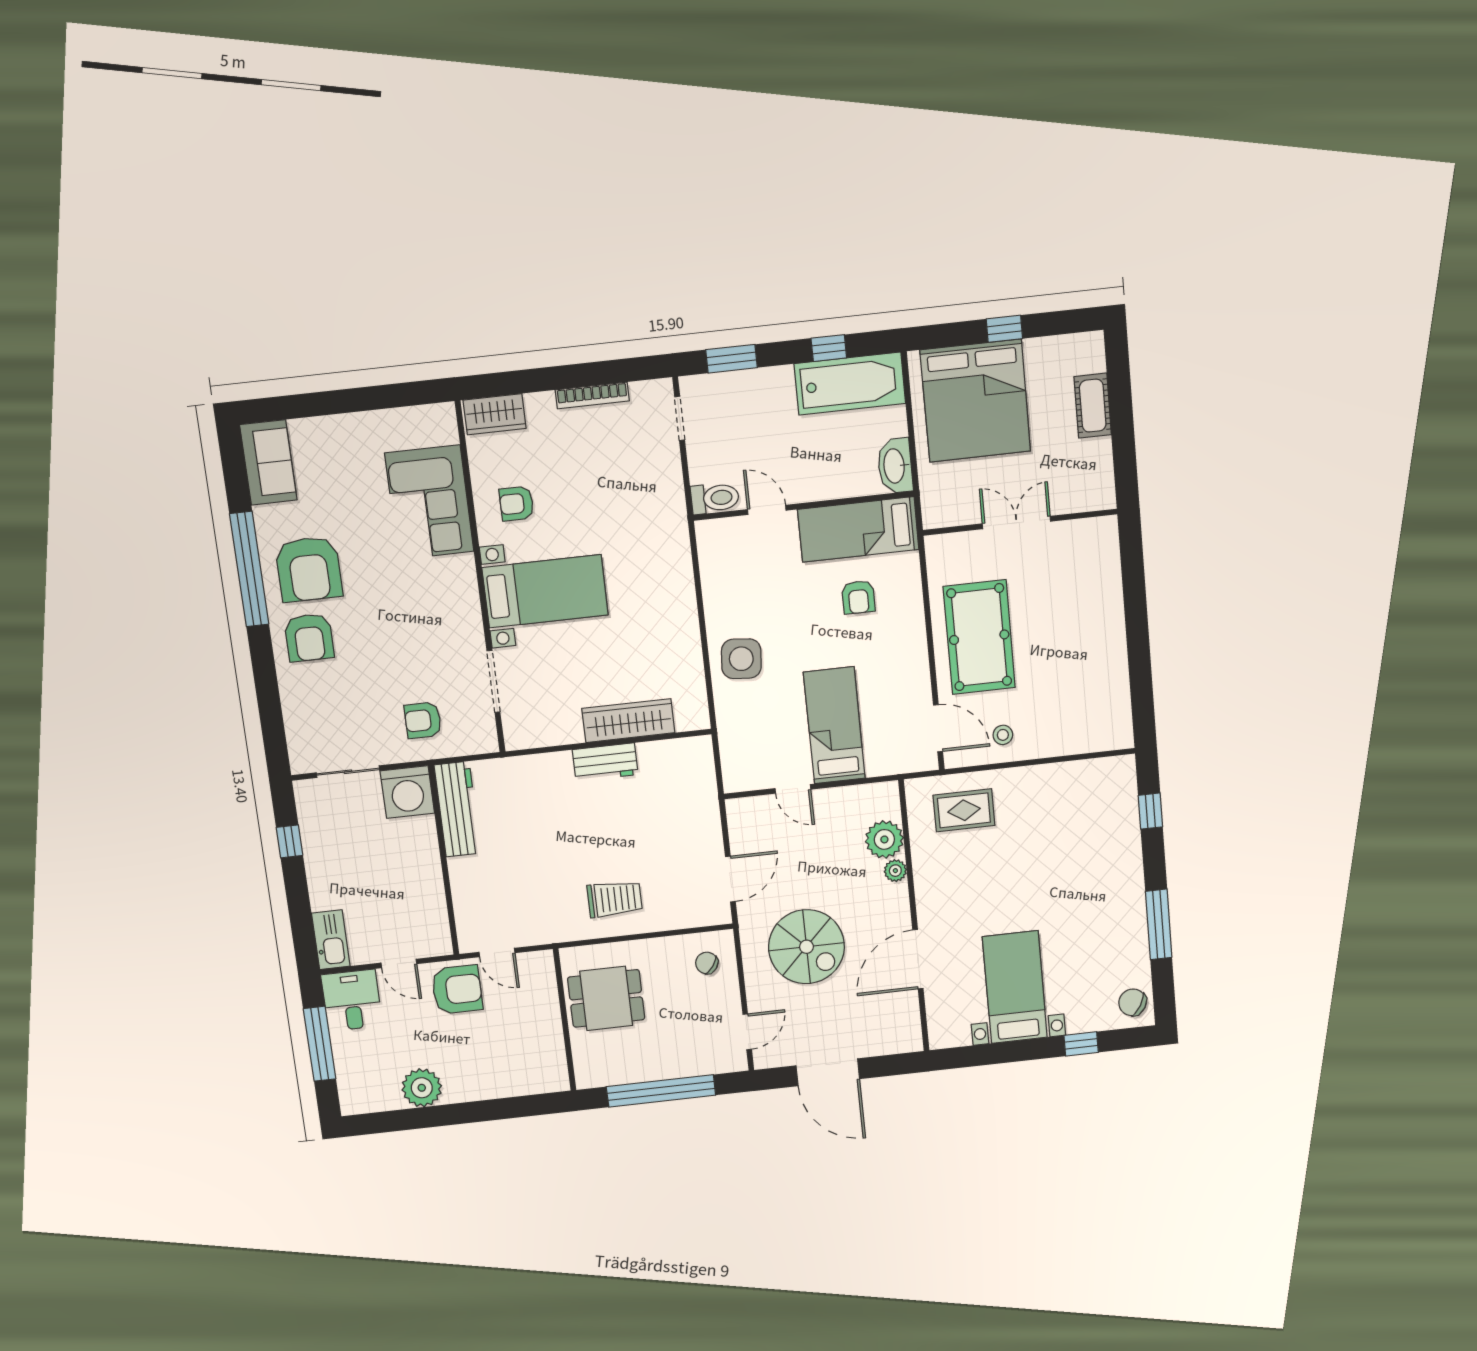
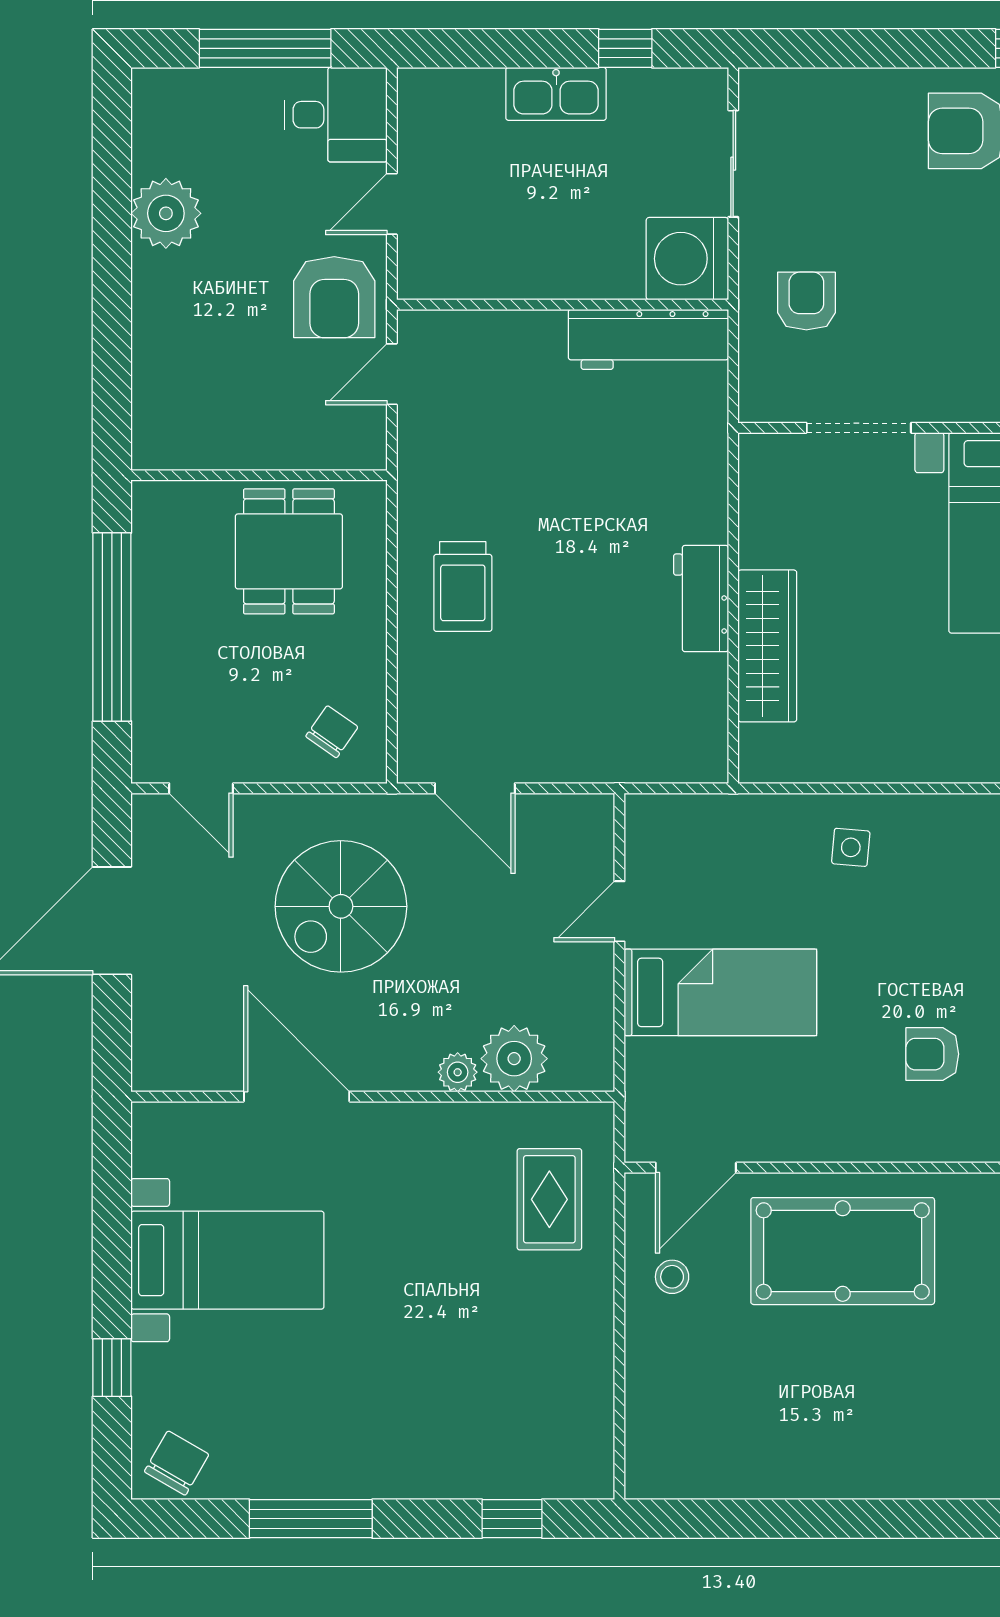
side table: (741, 659) -> (851, 847), width x0.54, depth x0.54
kitchen sink: (331, 940) -> (556, 94), moved

